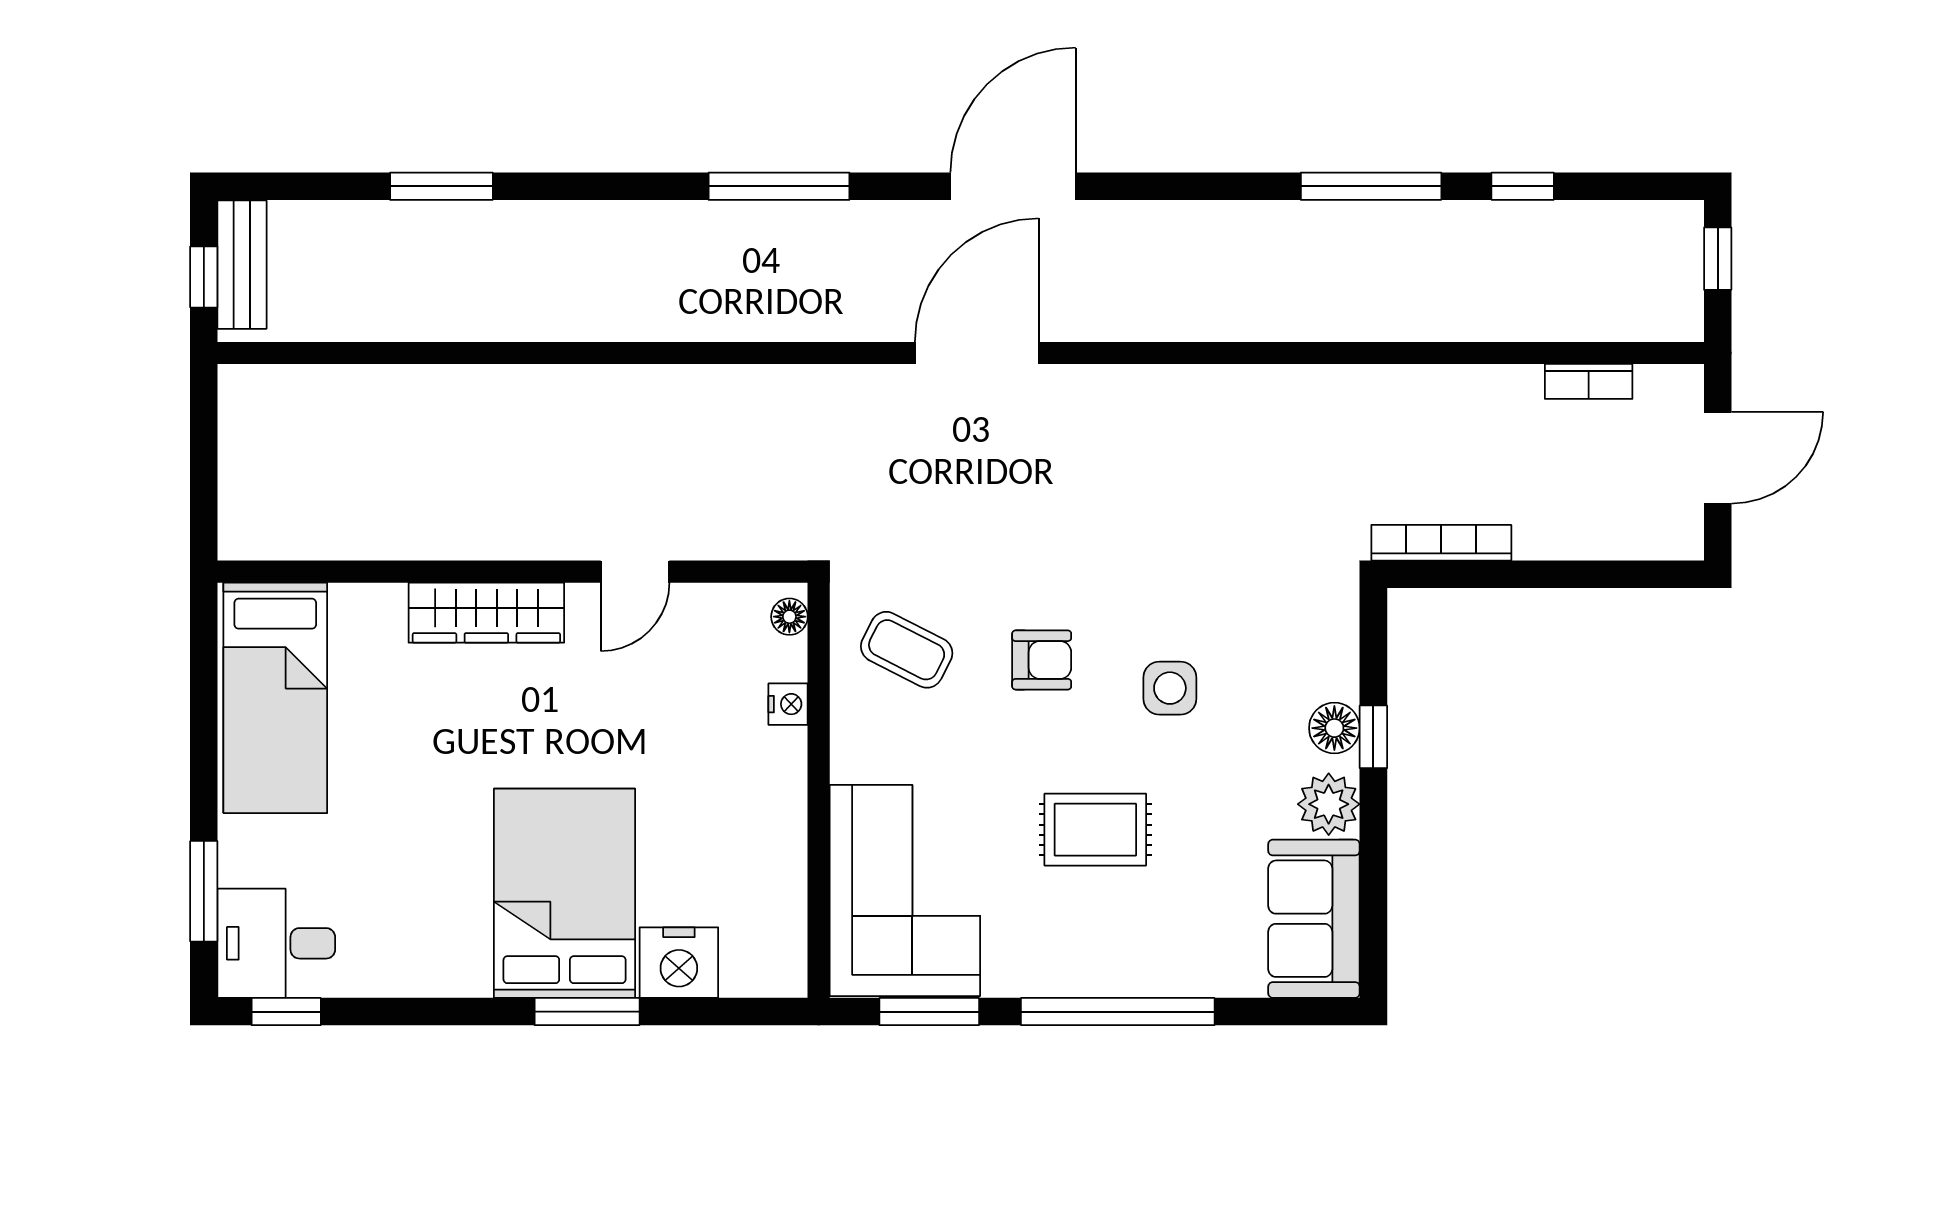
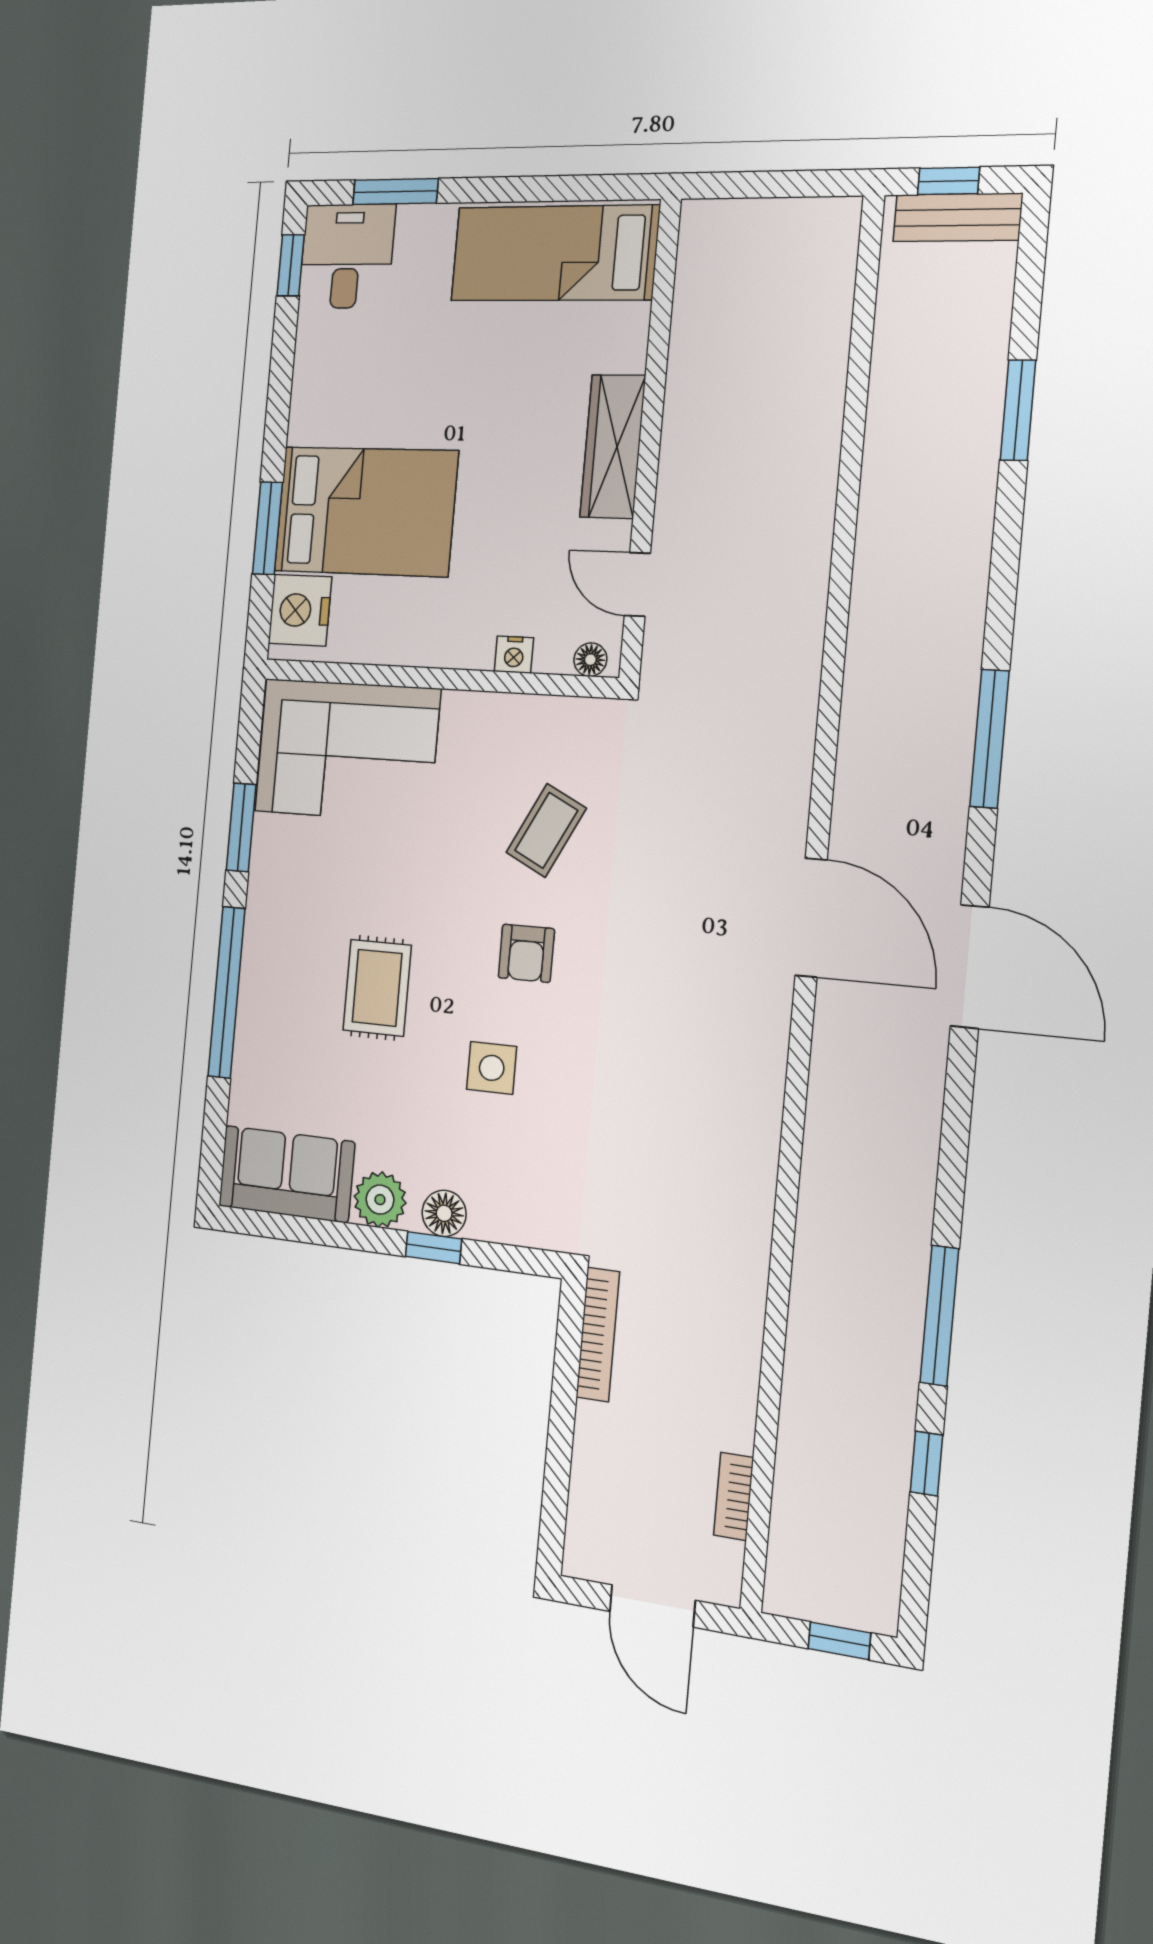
floor lamp: (789, 617) -> (590, 660), moved
nightstand: (788, 704) -> (514, 655), moved
wall: (819, 790) -> (438, 678), moved
corner sofa: (905, 890) -> (347, 750), moved

